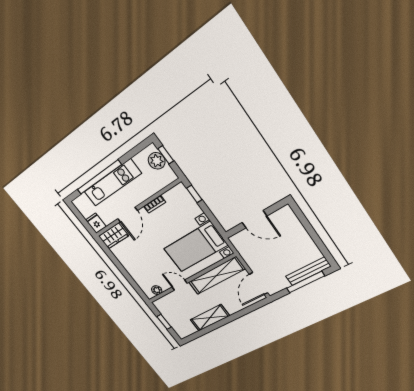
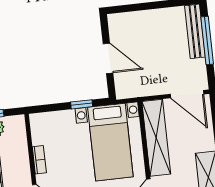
window: (194, 194) -> (82, 104), moved
door: (254, 219) -> (108, 58), hinge flipped

